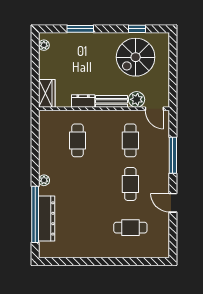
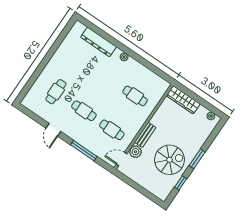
window: (80, 29) -> (197, 159), moved
spiral stairs: (136, 57) -> (169, 160), moved, turned 90
wardrobe: (47, 93) -> (183, 100), width x1.50
dresser: (83, 101) -> (158, 117), removed
door: (173, 203) -> (53, 130), swing flipped
window: (35, 214) -> (106, 36), removed

